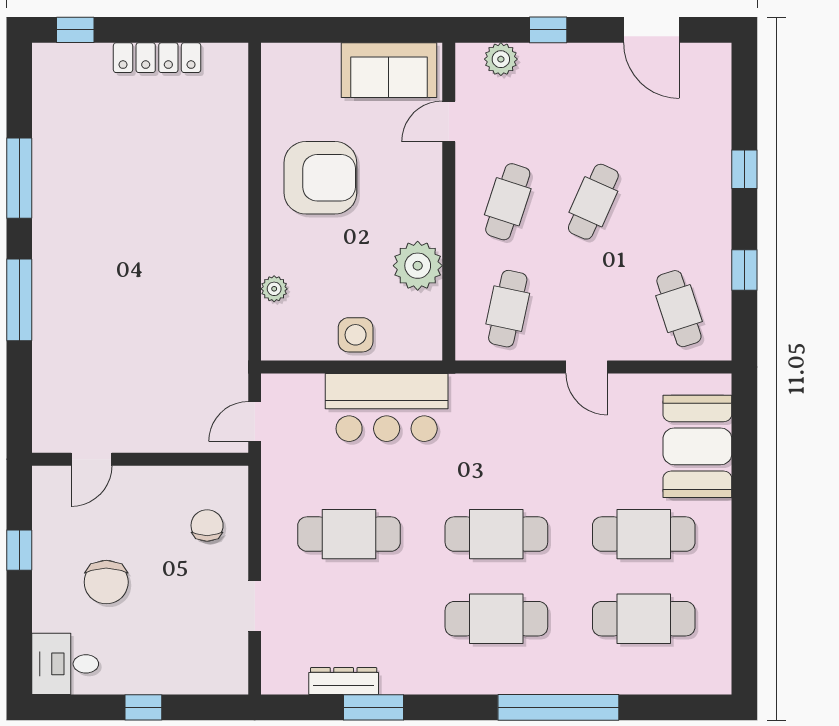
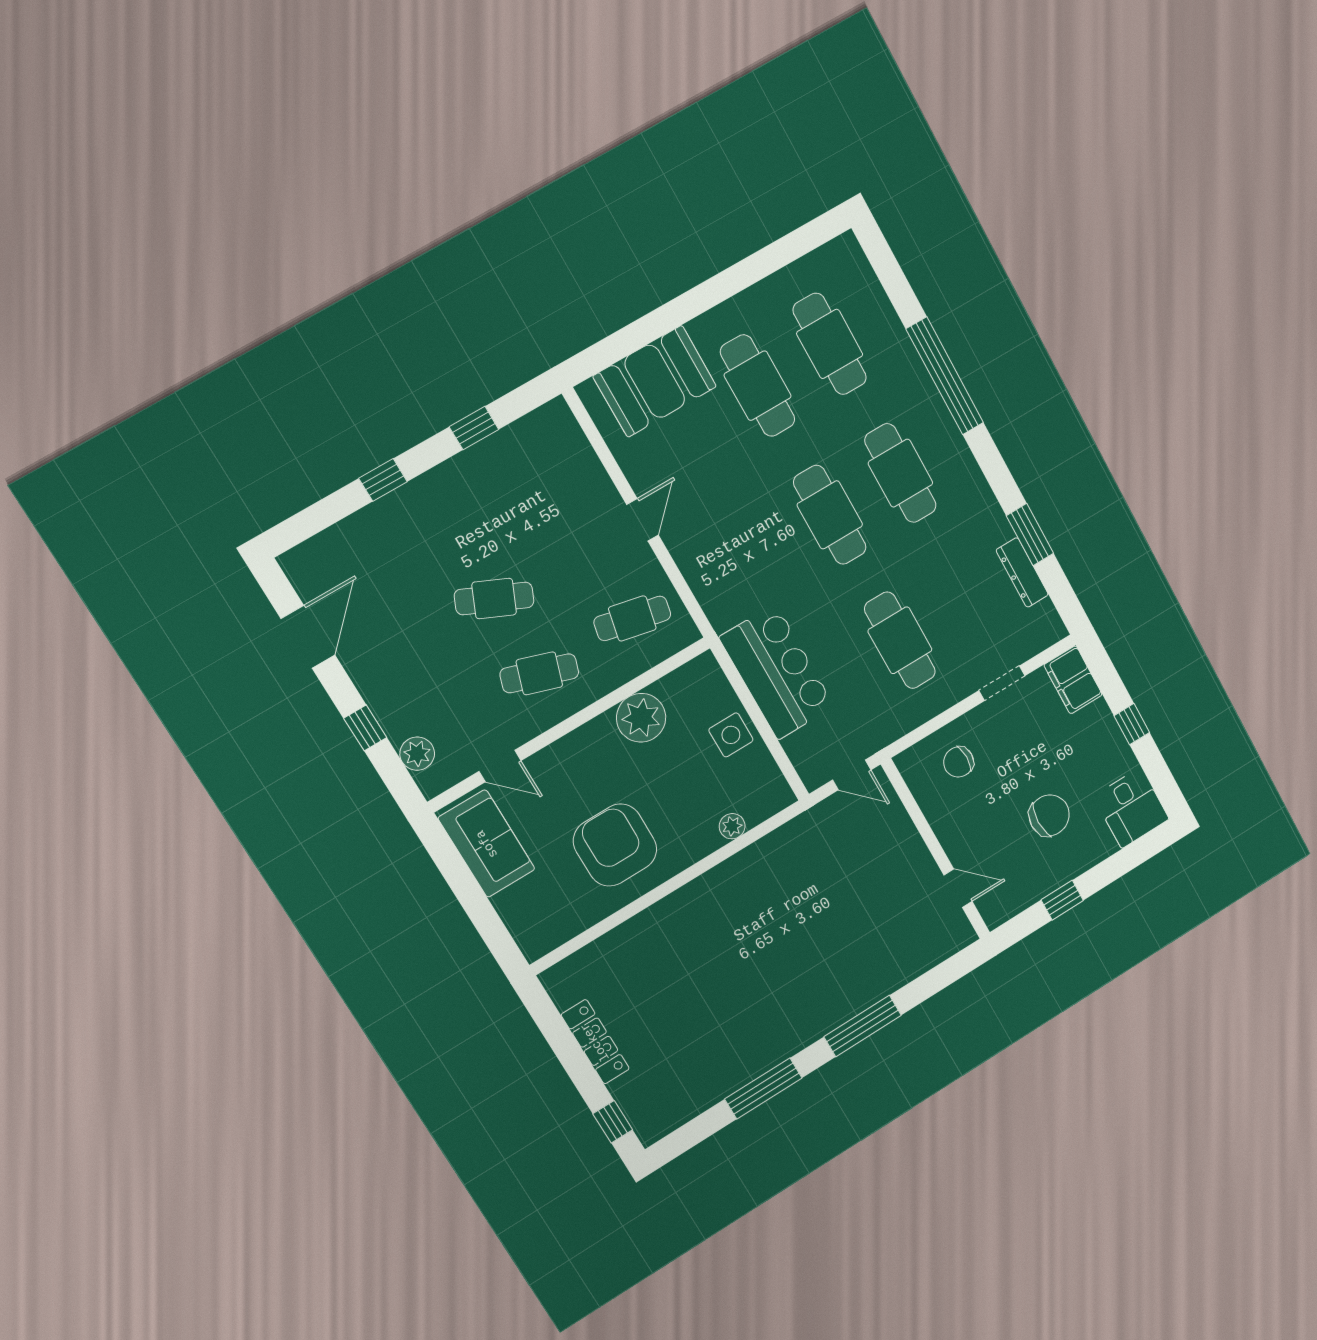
cafe table: (679, 309) -> (543, 467), removed
filing cabinet: (218, 674) -> (1073, 680), added

